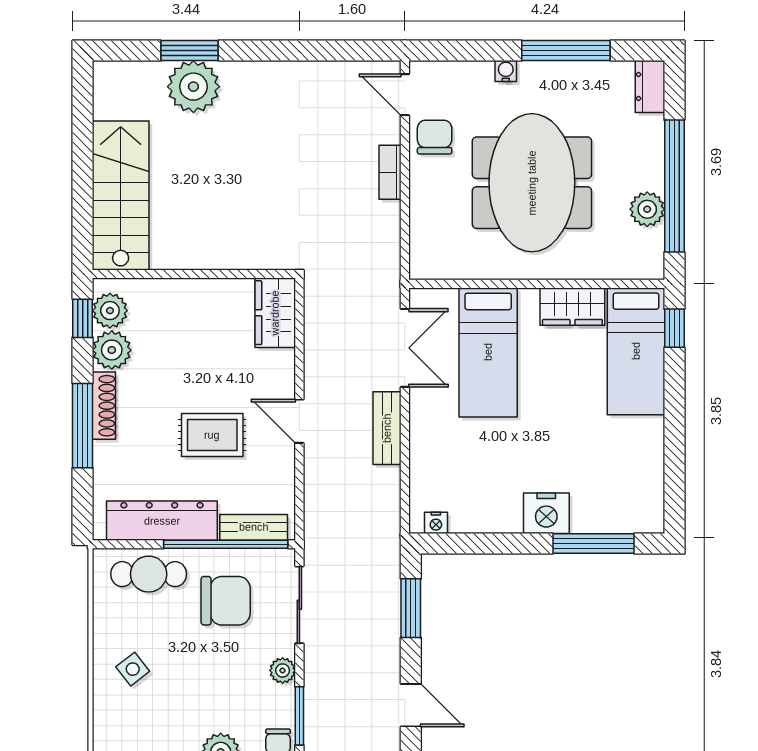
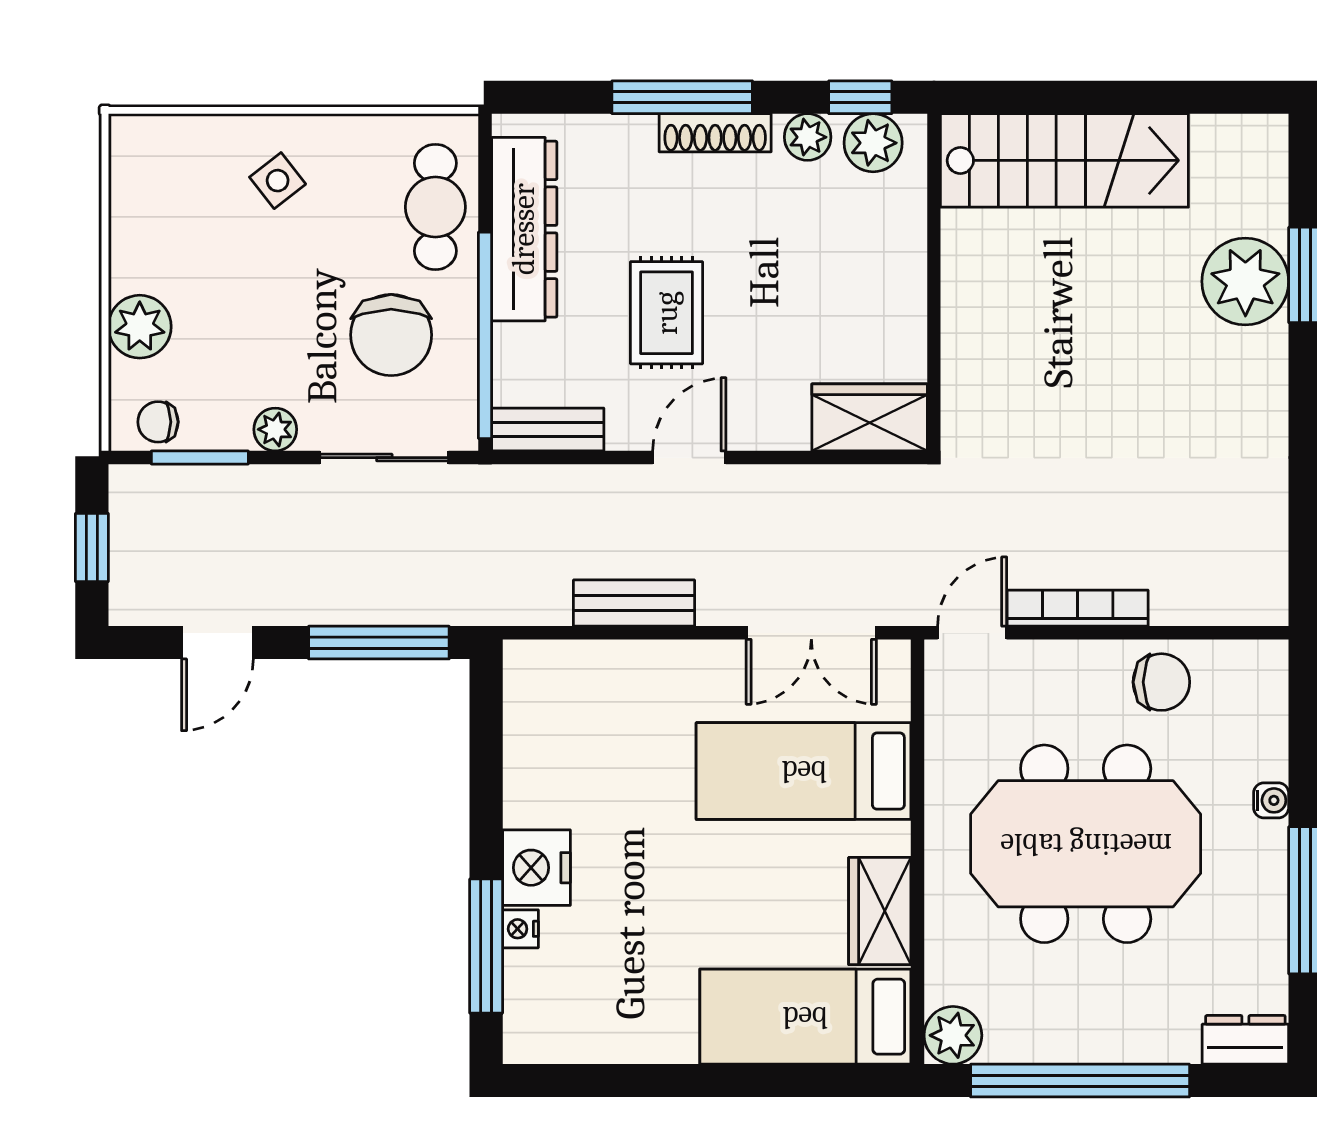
door: (405, 95) -> (972, 633), moved
bookcase: (390, 172) -> (1078, 608), width x1.56
plant: (647, 209) -> (953, 1035), moved
window: (674, 328) -> (844, 1081), removed
plant: (112, 350) -> (808, 137), width x0.73, depth x0.73
bench: (387, 428) -> (634, 603), moved
nightstand: (436, 523) -> (520, 929), moved
bench: (254, 527) -> (548, 430), moved, turned 90
window: (411, 608) -> (379, 643), width x1.44

